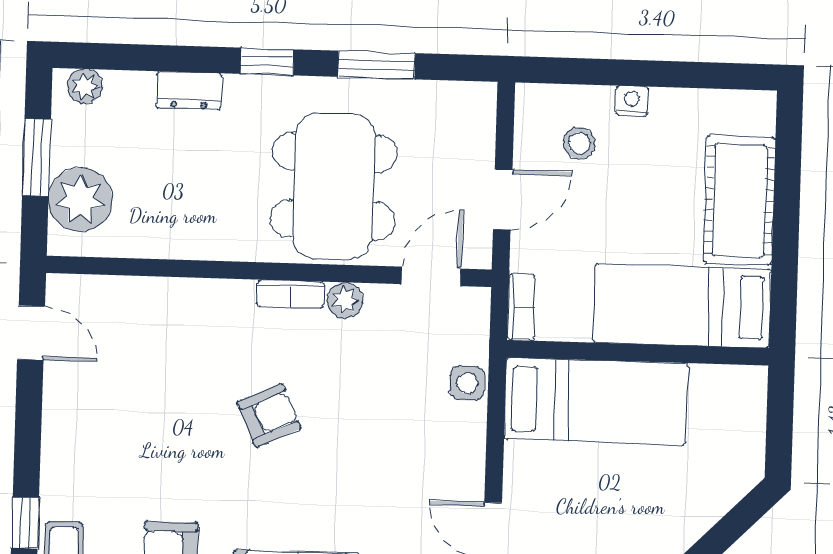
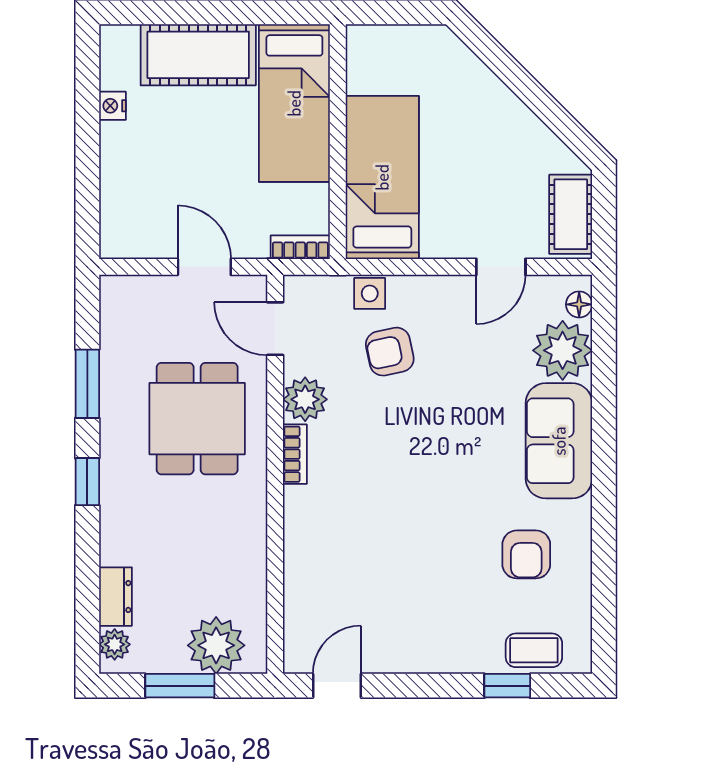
dresser: (189, 91) -> (115, 597), moved
nightstand: (632, 101) -> (112, 106), moved
stool: (579, 143) -> (152, 200), removed
dining table: (334, 186) -> (197, 419), width x0.73
plant: (345, 300) -> (305, 399), width x1.38, depth x1.38
armchair: (269, 415) -> (390, 352), moved, turned -77

